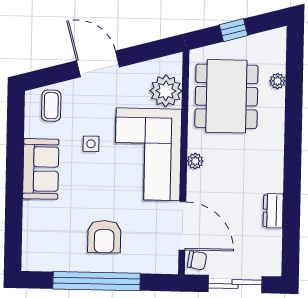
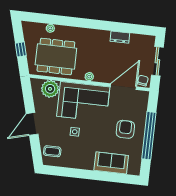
sofa: (41, 169) -> (111, 163), moved
armchair: (104, 237) -> (125, 129), turned -90

